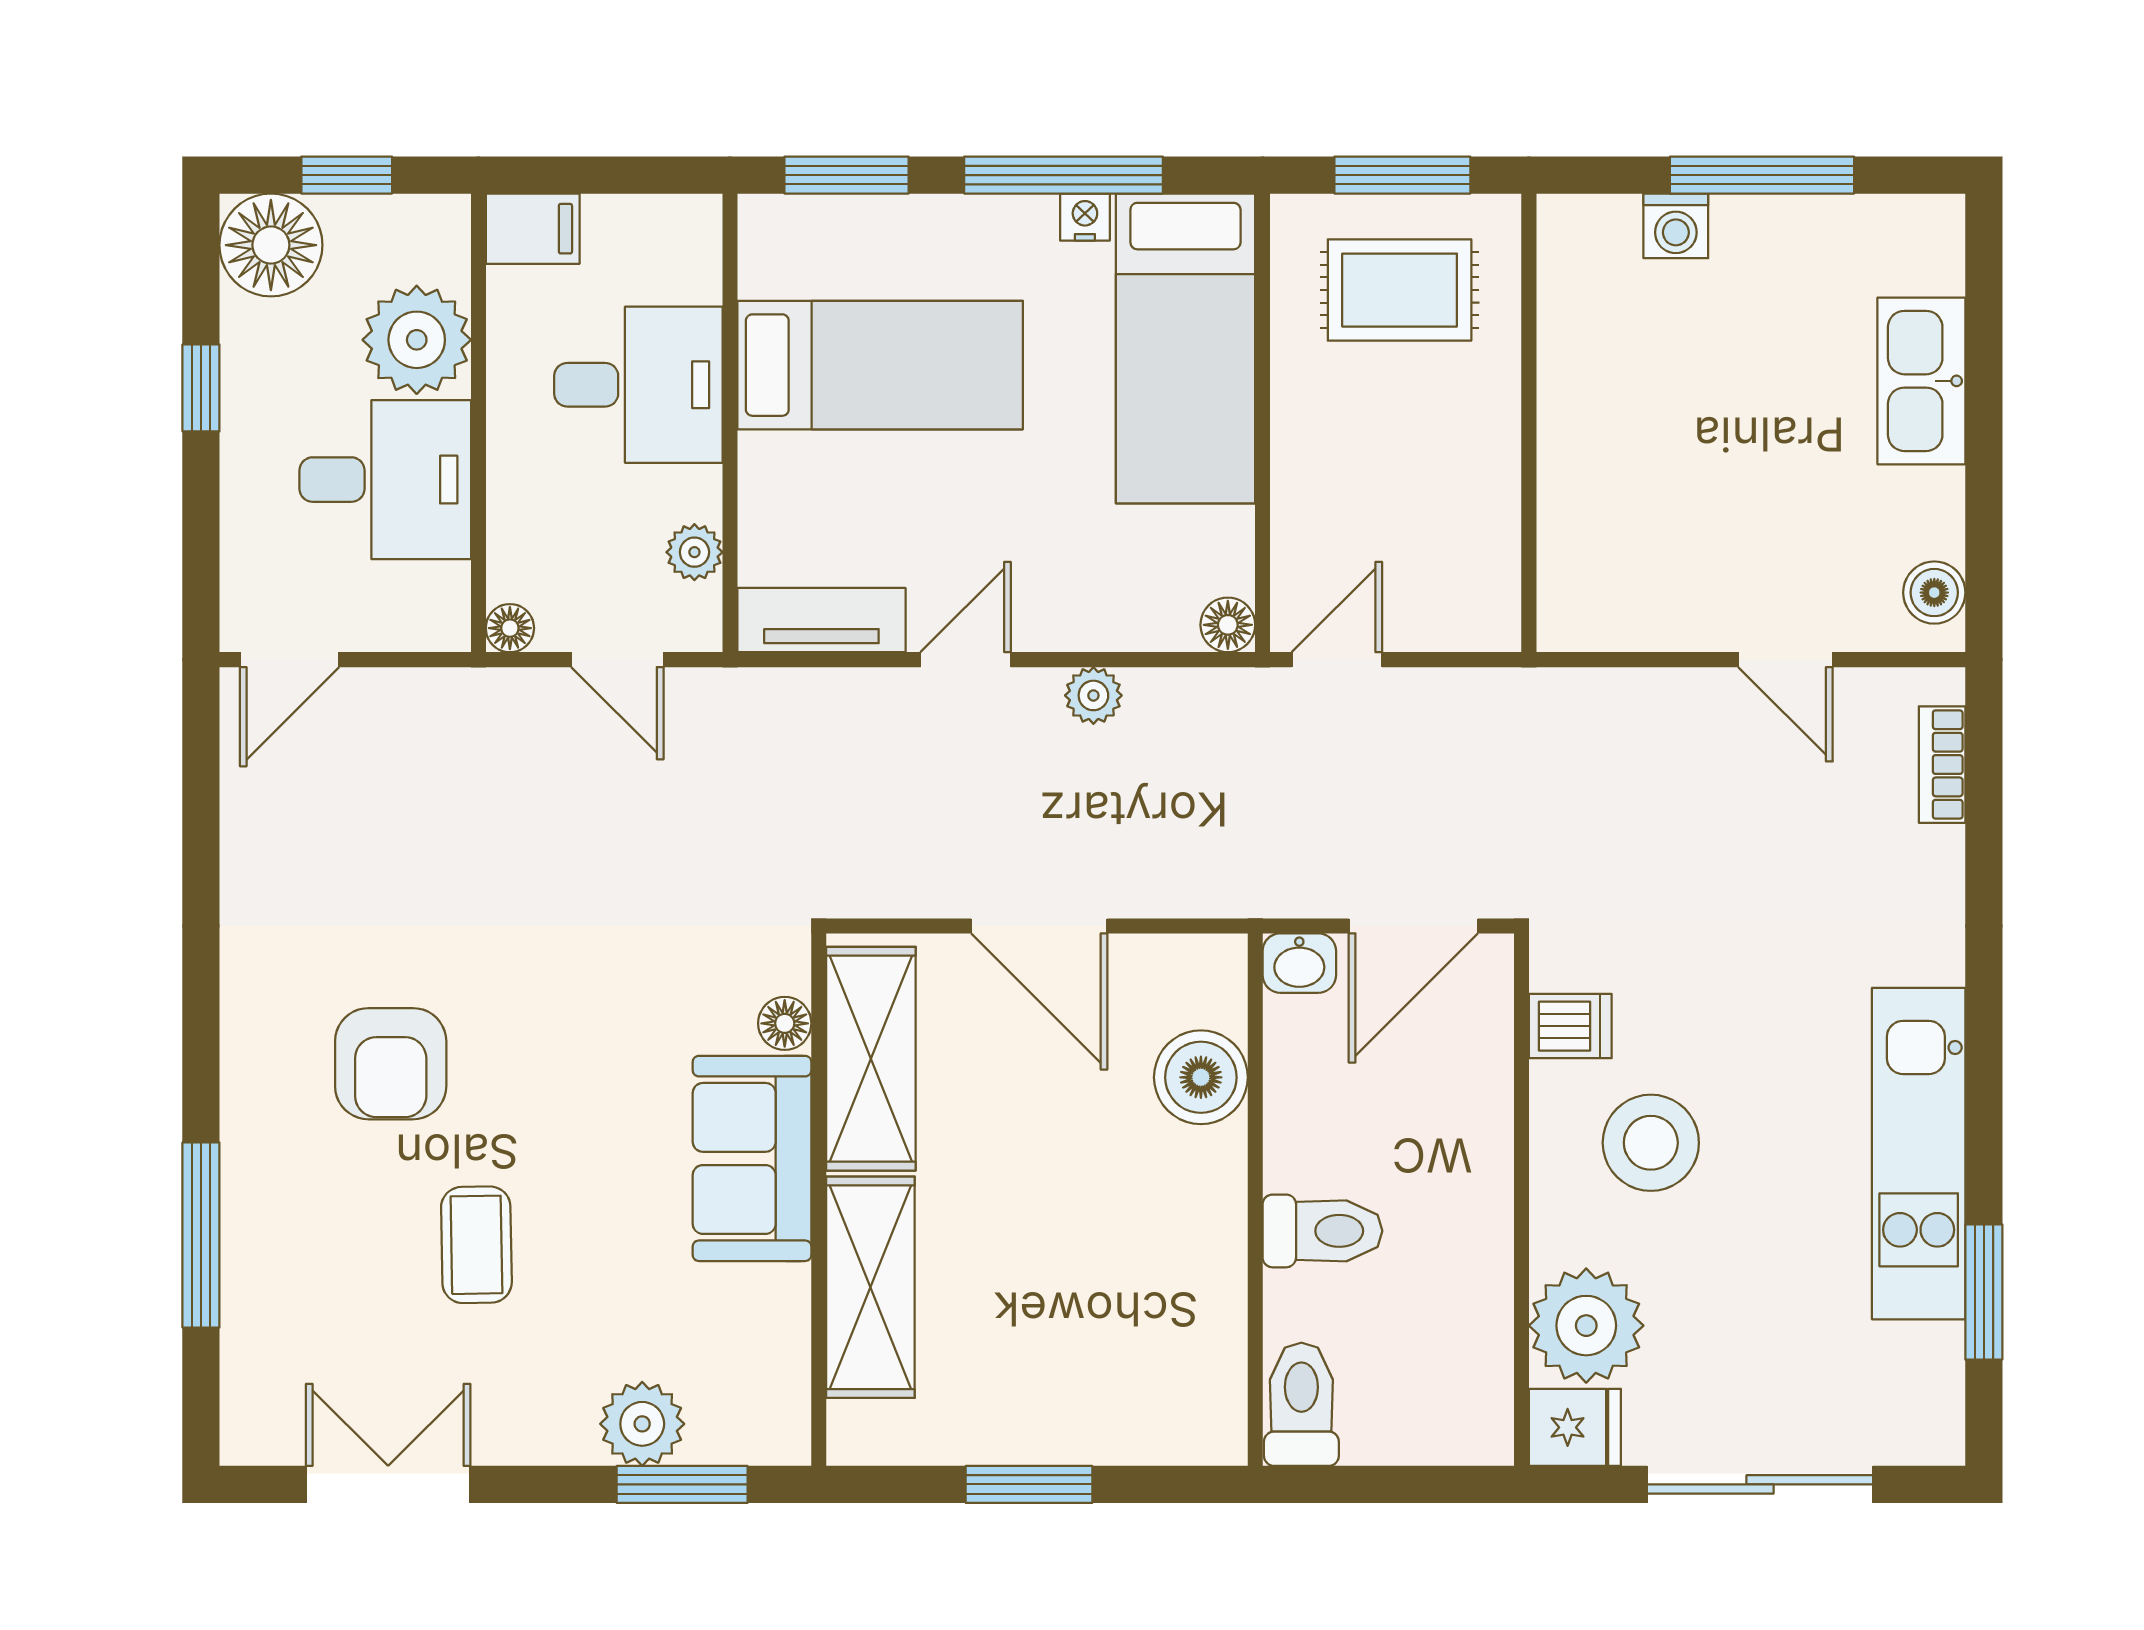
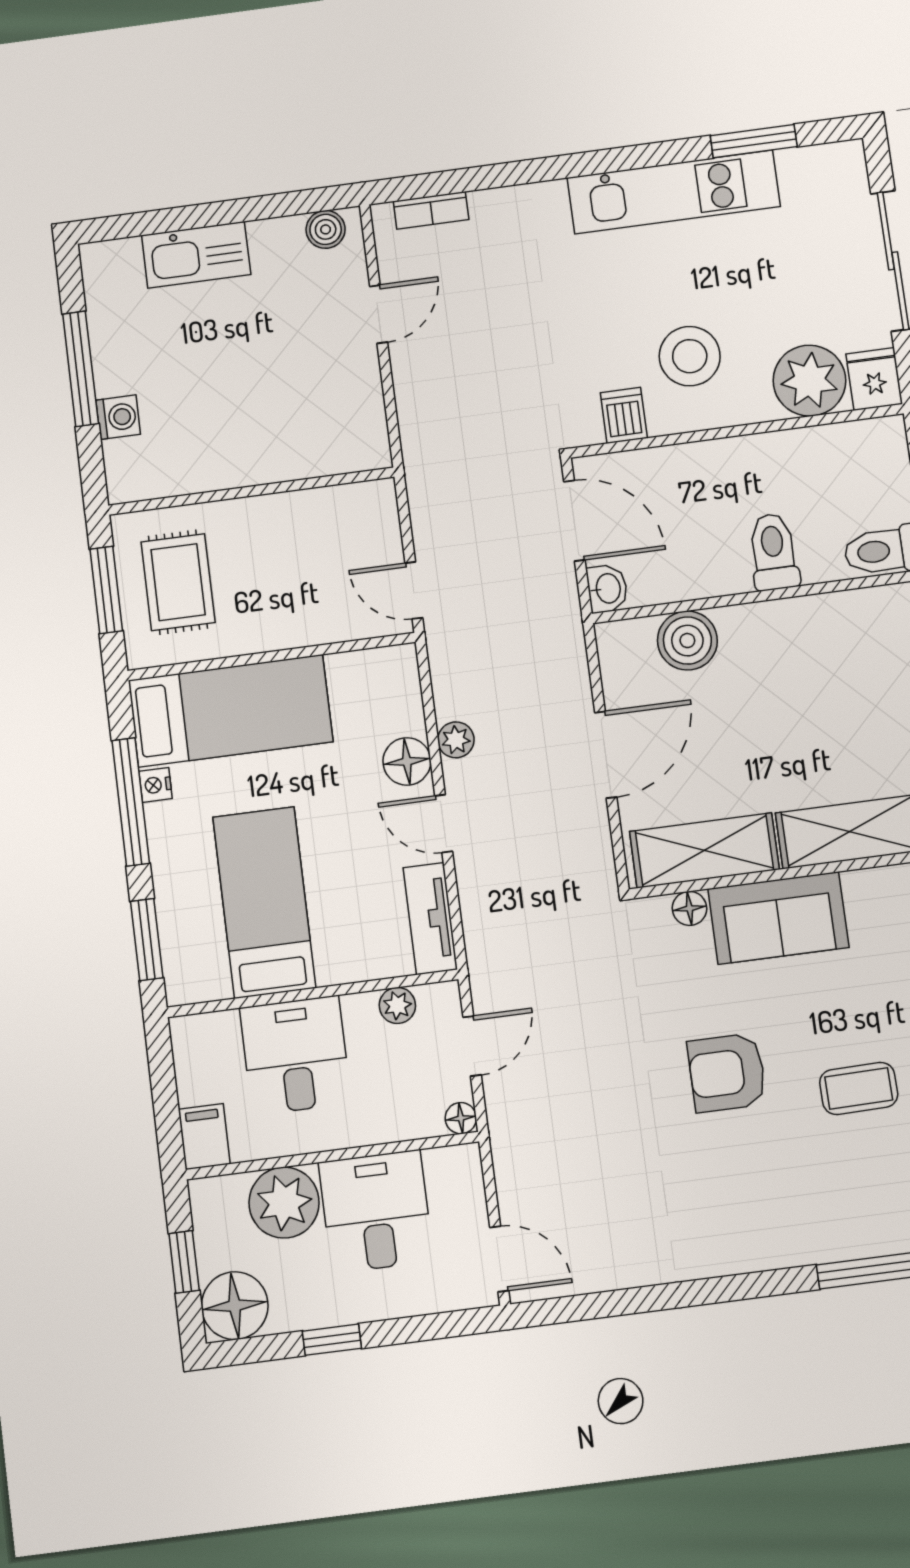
floor lamp: (1228, 625) -> (407, 761), moved, width x1.37, depth x1.37
armchair: (391, 1064) -> (727, 1073), moved, turned 180

